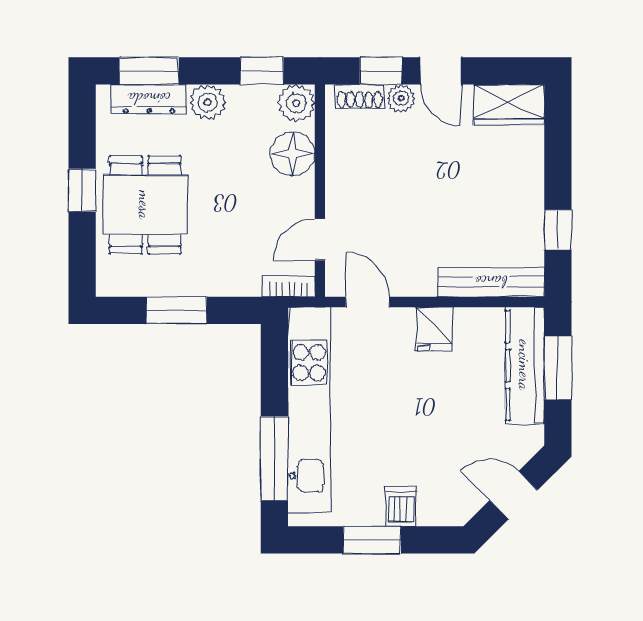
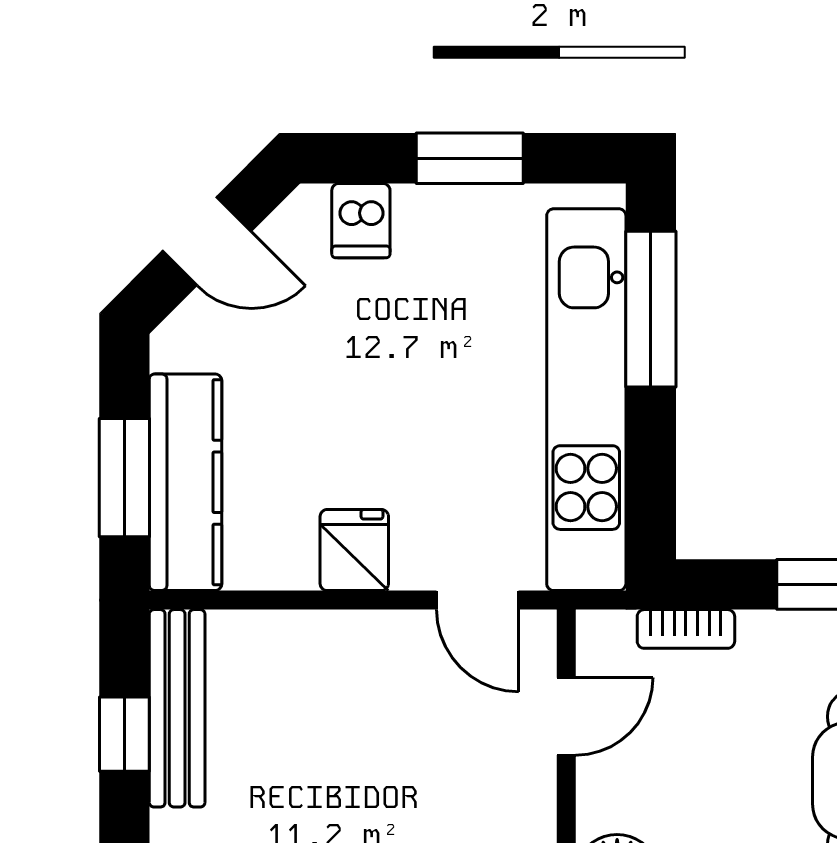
bench: (491, 282) -> (177, 708), moved, turned 90
bookcase: (289, 286) -> (686, 629), moved
dishwasher: (401, 506) -> (361, 221), moved

